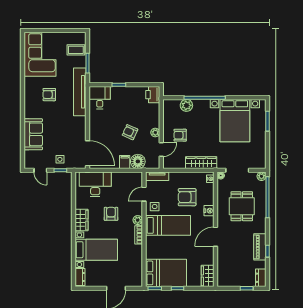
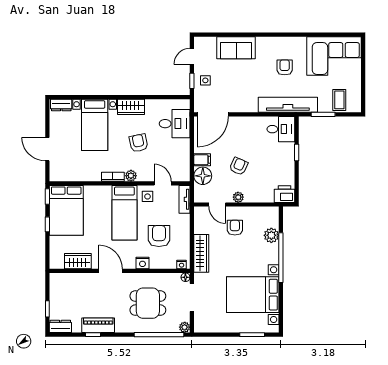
desk: (95, 184) -> (175, 124), width x0.73
armchair: (111, 214) -> (139, 143), turned -102
wardrobe: (208, 276) -> (78, 261), moved

